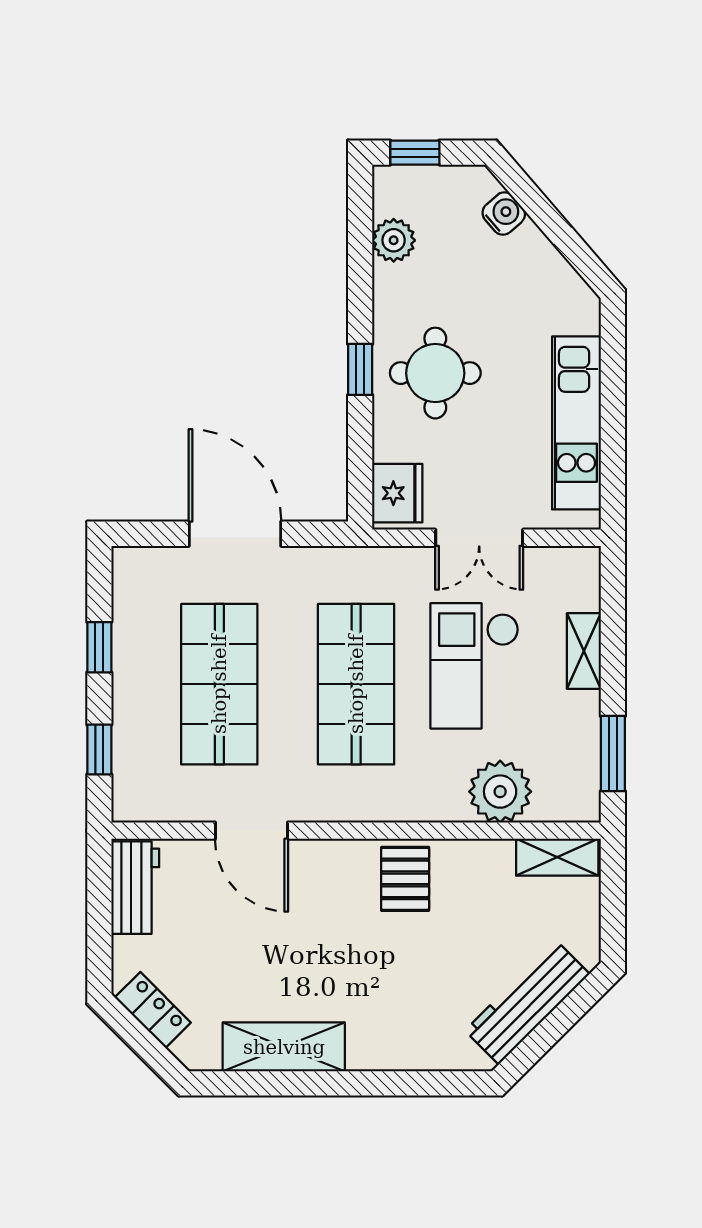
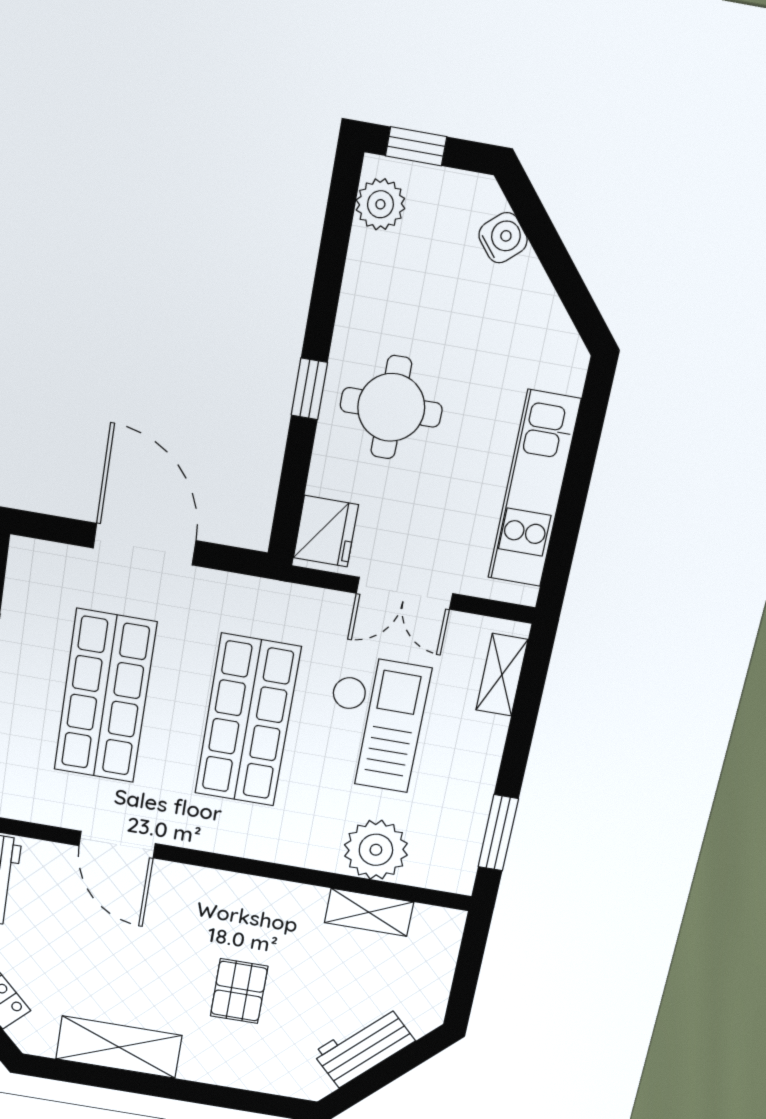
plant: (394, 240) -> (380, 204), moved
shelving: (584, 651) -> (502, 675), moved
checkout: (474, 666) -> (374, 723), turned 180
shelving: (557, 857) -> (369, 912), moved
pallet: (405, 879) -> (239, 991), moved
workbench: (527, 1002) -> (364, 1047), width x0.73

